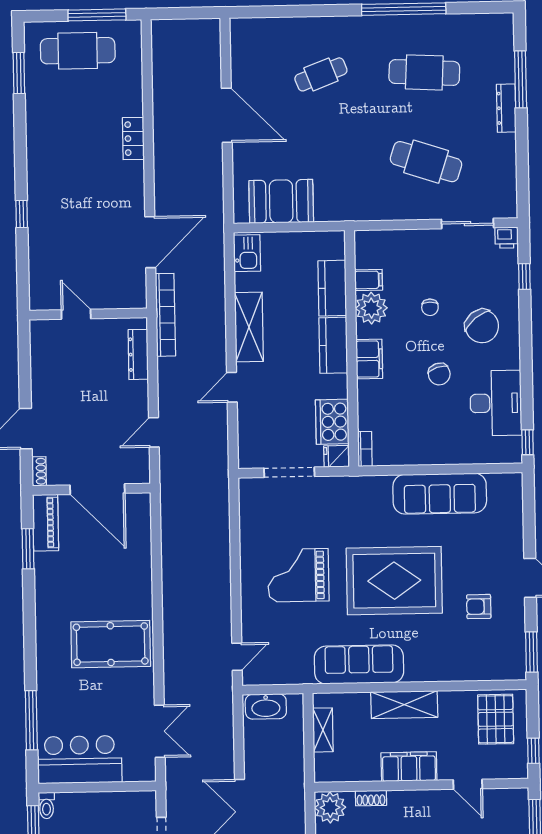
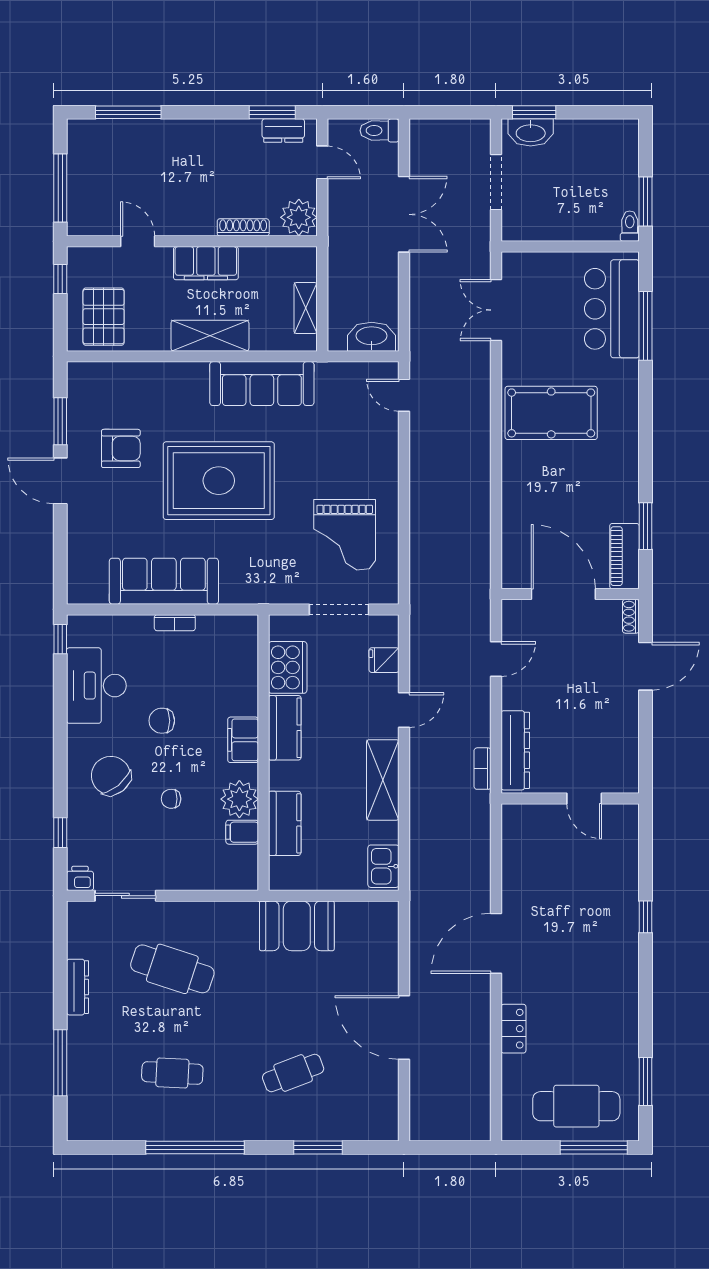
window: (298, 11) -> (318, 1147), added
window: (97, 15) -> (594, 1147), moved
cafe table: (424, 72) -> (172, 1073), width x0.73, depth x0.74
dresser: (506, 108) -> (78, 987), moved
locker: (133, 139) -> (513, 1029), moved
booth: (281, 201) -> (297, 926), moved
door: (150, 242) -> (496, 943), moved
chair: (430, 307) -> (171, 799), turned -90
bookcase: (165, 315) -> (483, 769), width x0.43, depth x0.76
kitchen counter: (333, 345) -> (285, 728), moved
dresser: (138, 354) -> (515, 750), width x1.37, depth x1.24
chair: (439, 374) -> (162, 721), turned -72
bookcase: (365, 449) -> (175, 623), moved, turned -90
fridge: (337, 456) -> (384, 660), moved, turned 180
grand piano: (298, 575) -> (345, 535), moved, turned 90
armchair: (479, 607) -> (121, 448), width x1.38, depth x1.38
window: (532, 652) -> (60, 421), moved
door: (237, 657) -> (404, 395), hinge flipped
bar counter: (80, 760) -> (612, 309), moved, turned 90
shoe rack: (371, 798) -> (243, 227), width x1.43

